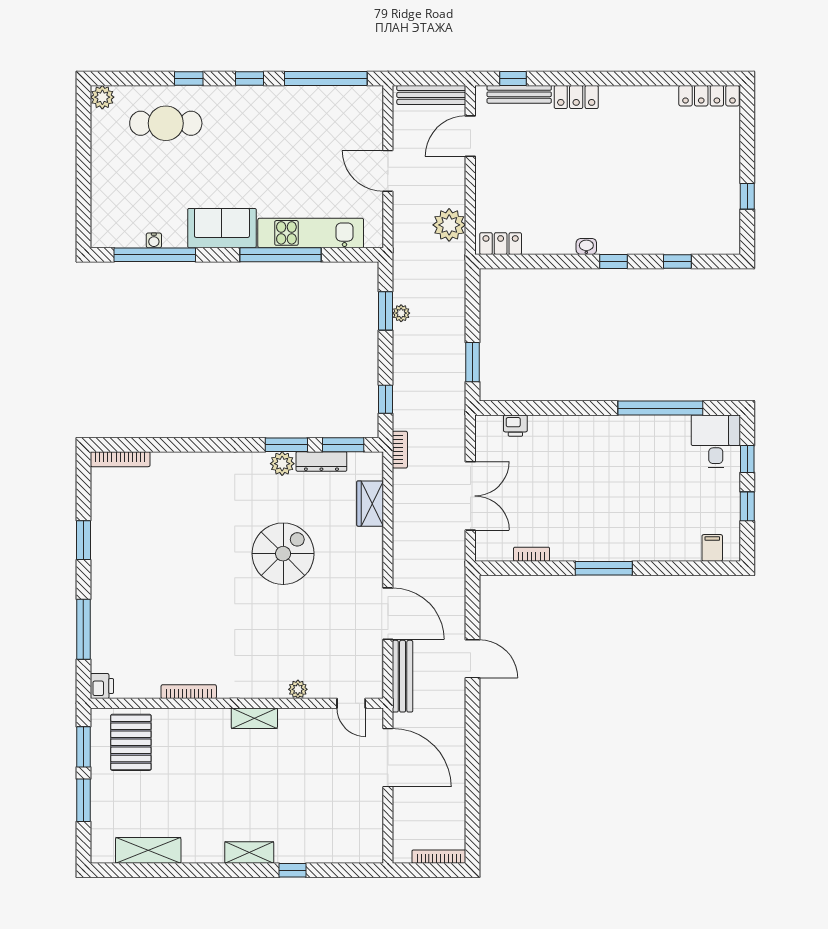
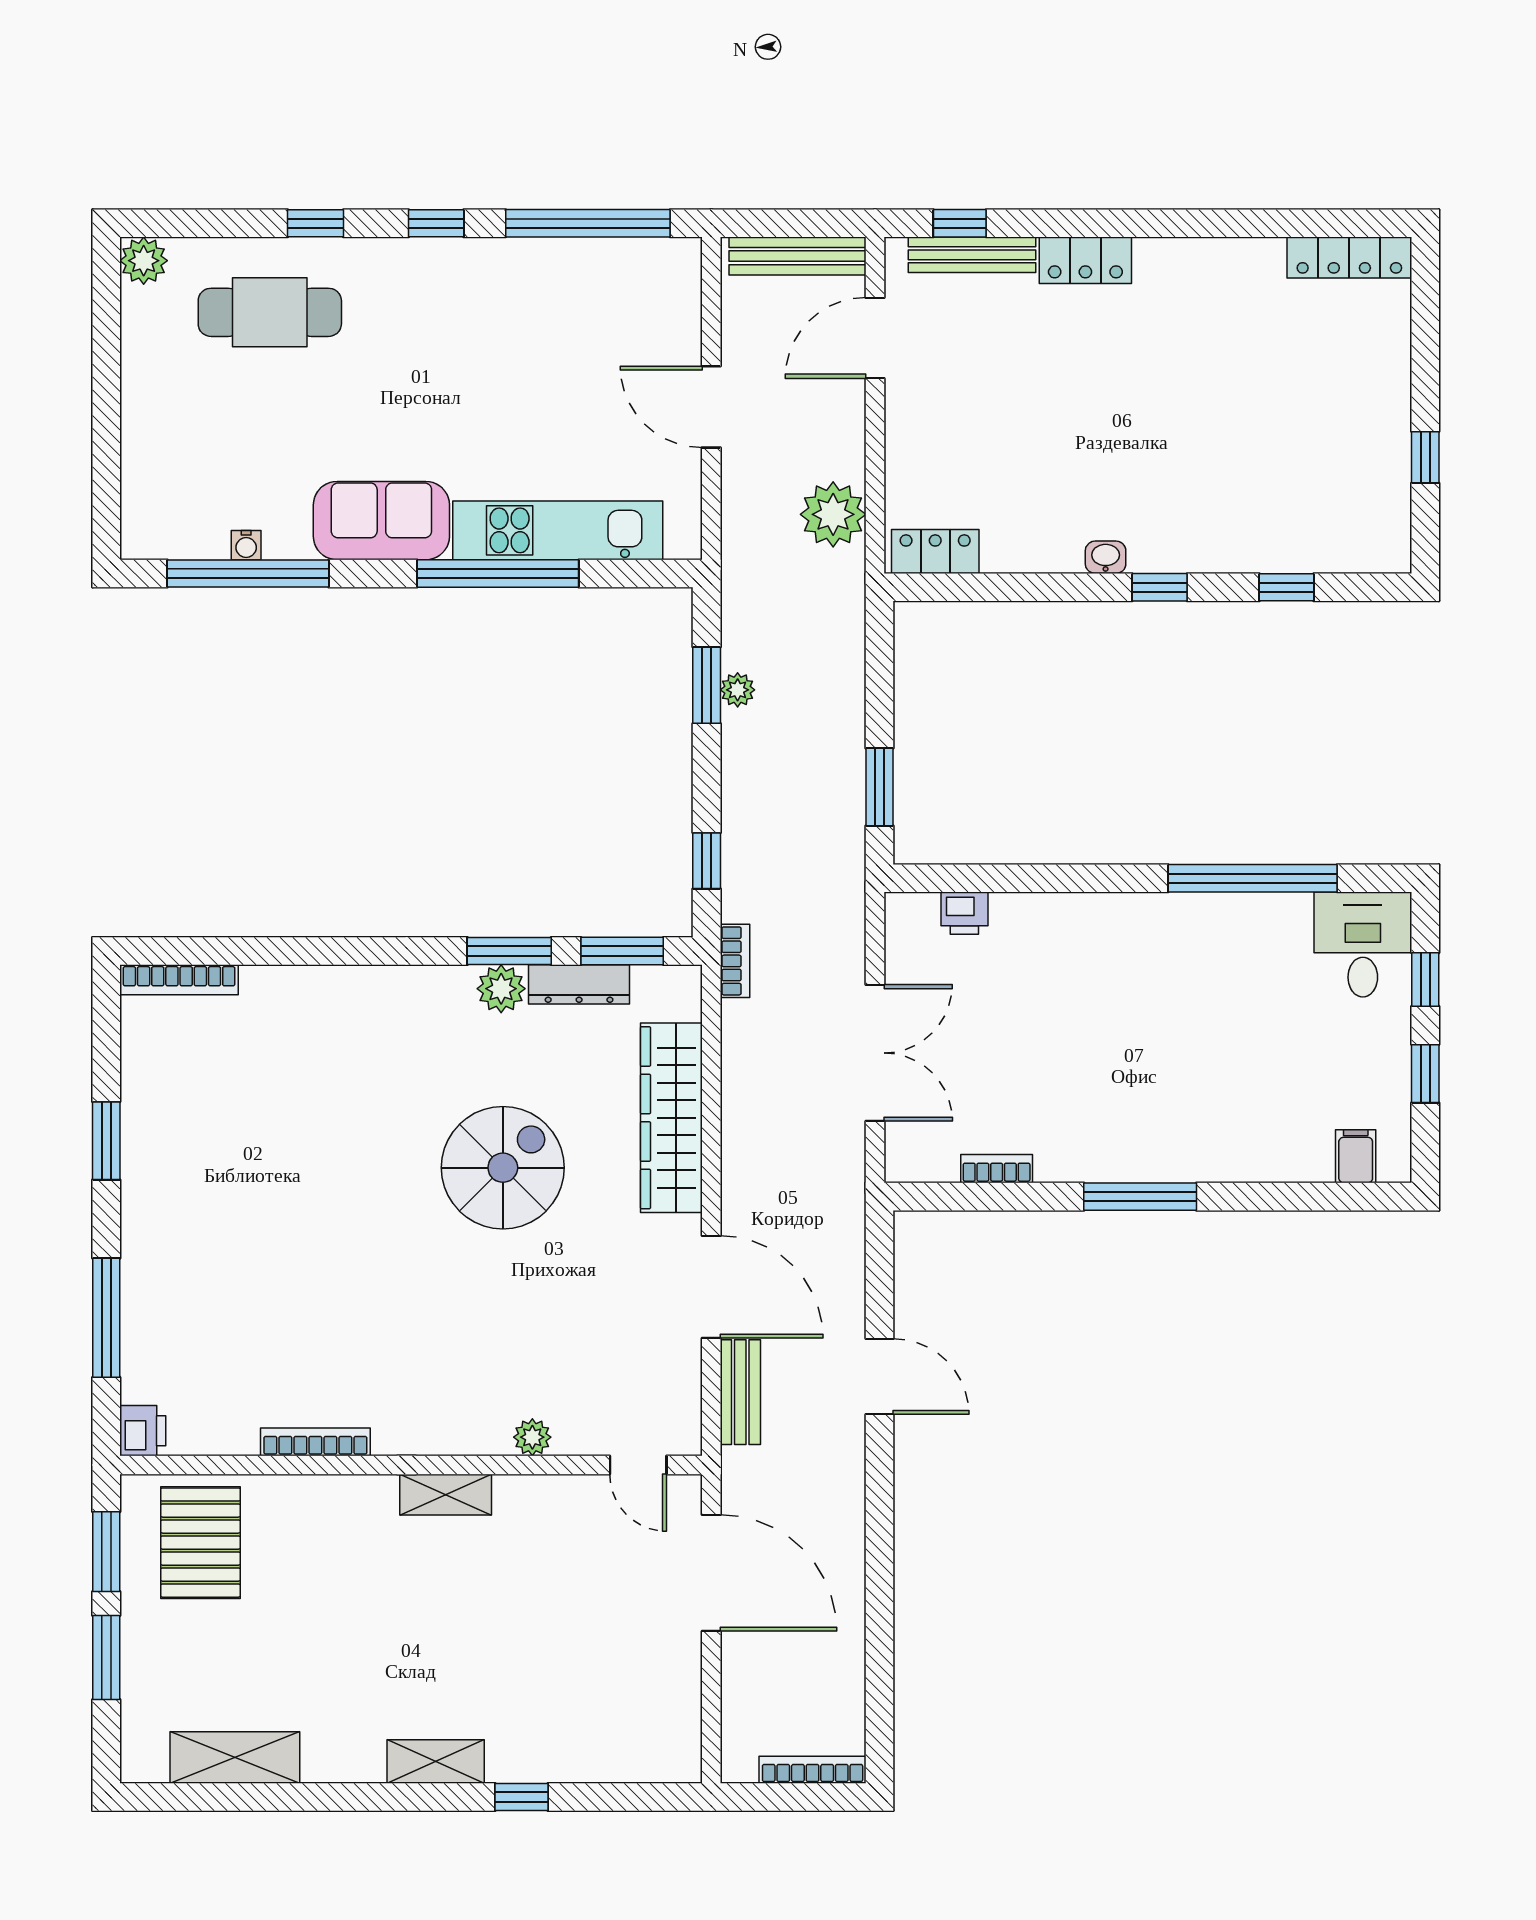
wardrobe: (370, 504) -> (671, 1118), width x2.10, depth x1.17
bench: (403, 676) -> (740, 1392), width x0.73

